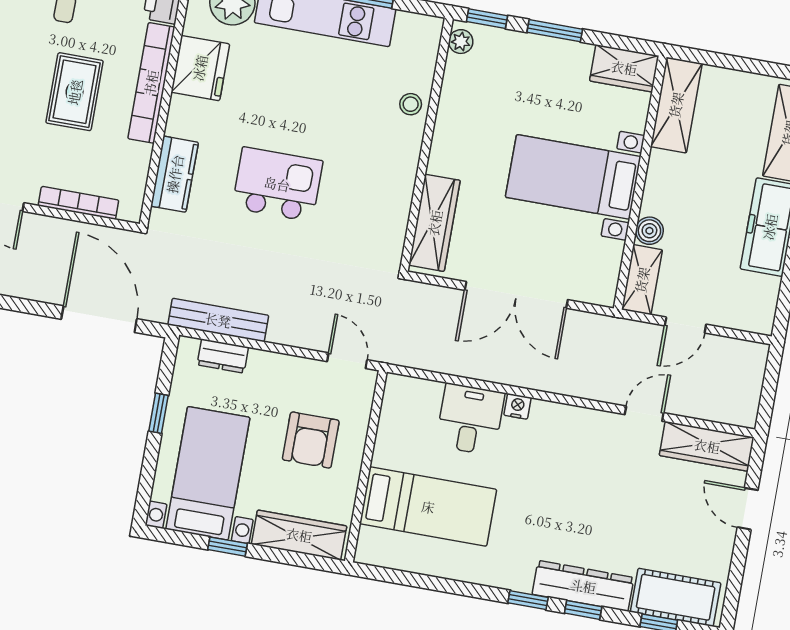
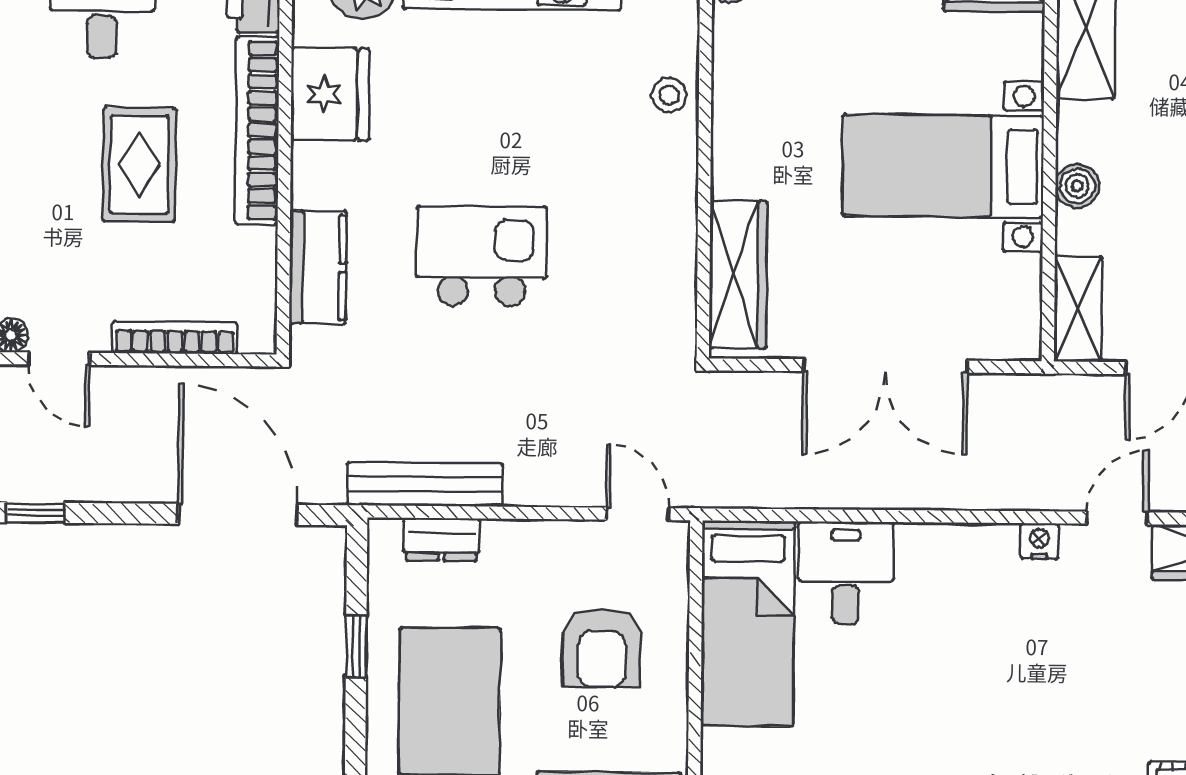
boiler: (649, 231) -> (1077, 186), moved
nightstand: (517, 406) -> (1039, 541), moved
bed: (428, 507) -> (748, 623), moved, turned 90

